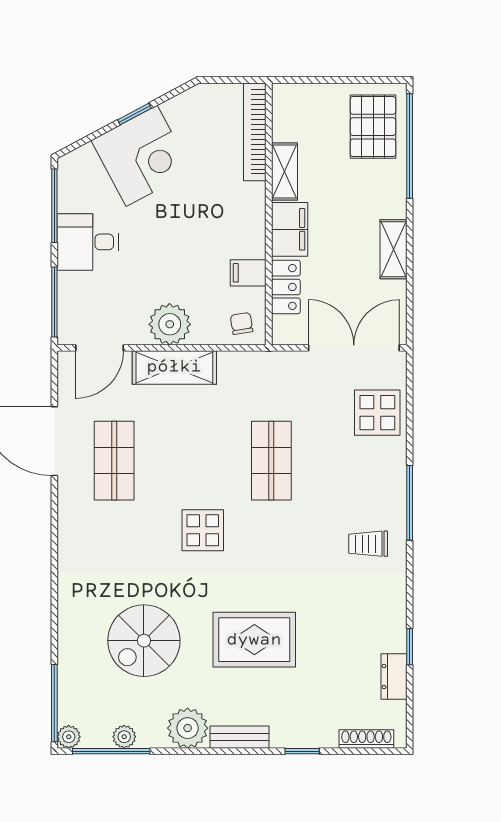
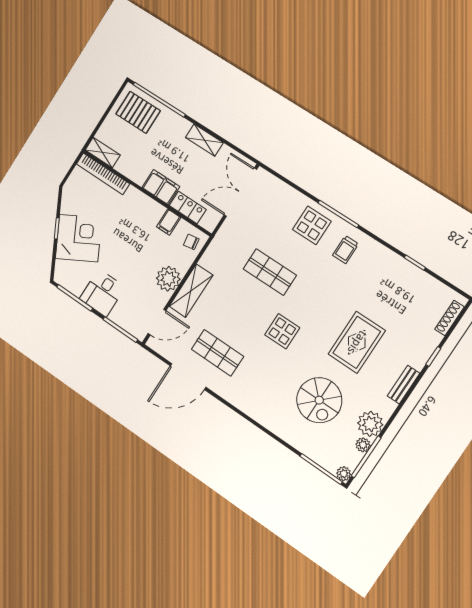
shelving: (284, 171) -> (103, 153), moved
door: (100, 348) -> (157, 322), hinge flipped
display table: (377, 413) -> (312, 225), moved
dresser: (394, 676) -> (425, 281), removed
plant: (188, 728) -> (370, 424), moved

